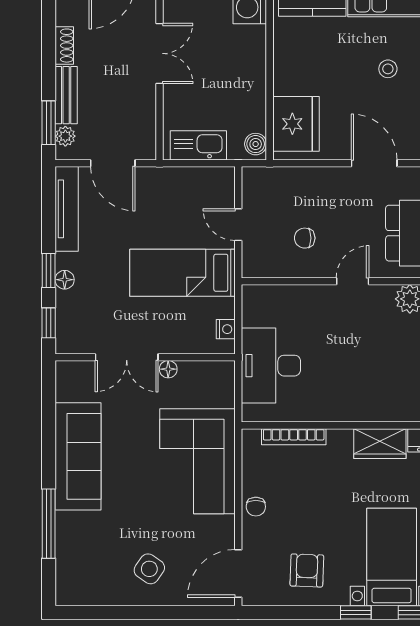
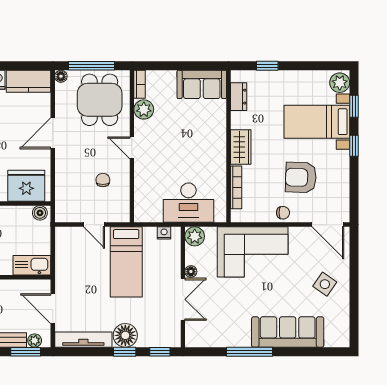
kitchen sink: (198, 145) -> (32, 265), moved, turned 90
door: (113, 163) -> (53, 309), swing flipped
door: (238, 225) -> (94, 225), hinge flipped
chair: (305, 238) -> (103, 180), turned 180
floor lamp: (65, 280) -> (125, 335), width x1.89, depth x1.89
plant: (221, 375) -> (195, 236), added
wardrobe: (380, 444) -> (241, 147), moved
sofa: (78, 456) -> (288, 332), moved
window: (49, 524) -> (250, 352), moved
armchair: (307, 570) -> (301, 177), moved, width x1.38, depth x1.38

